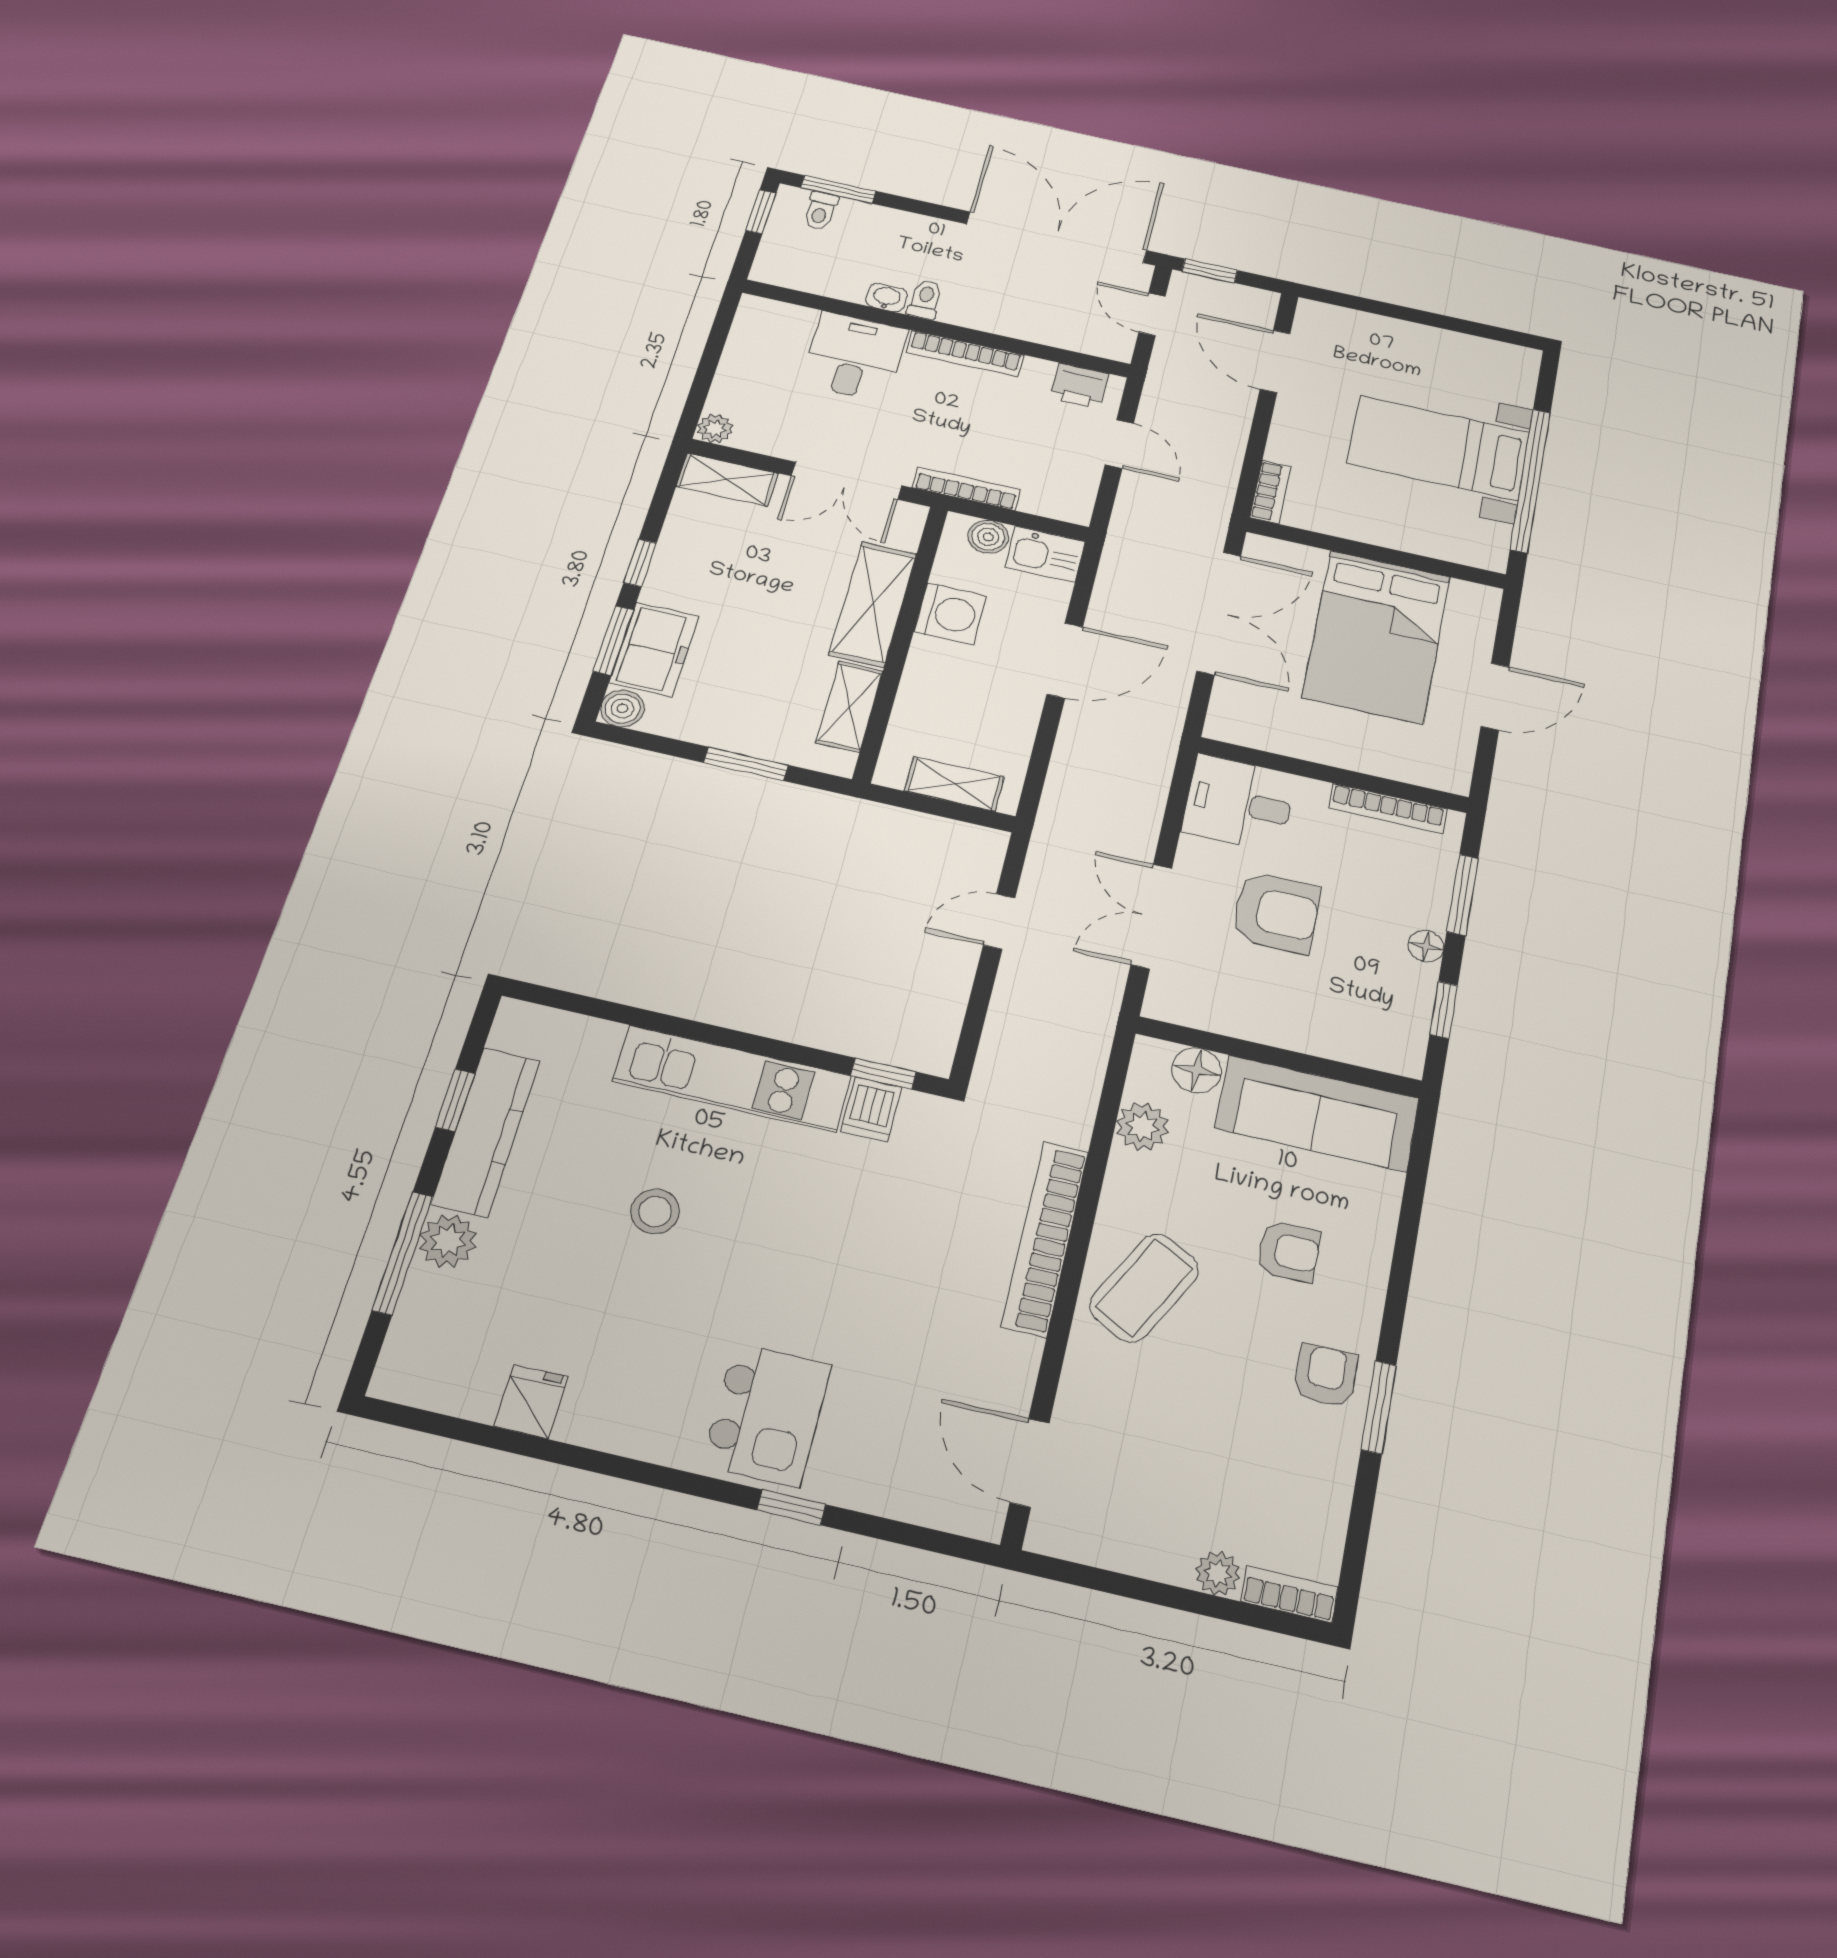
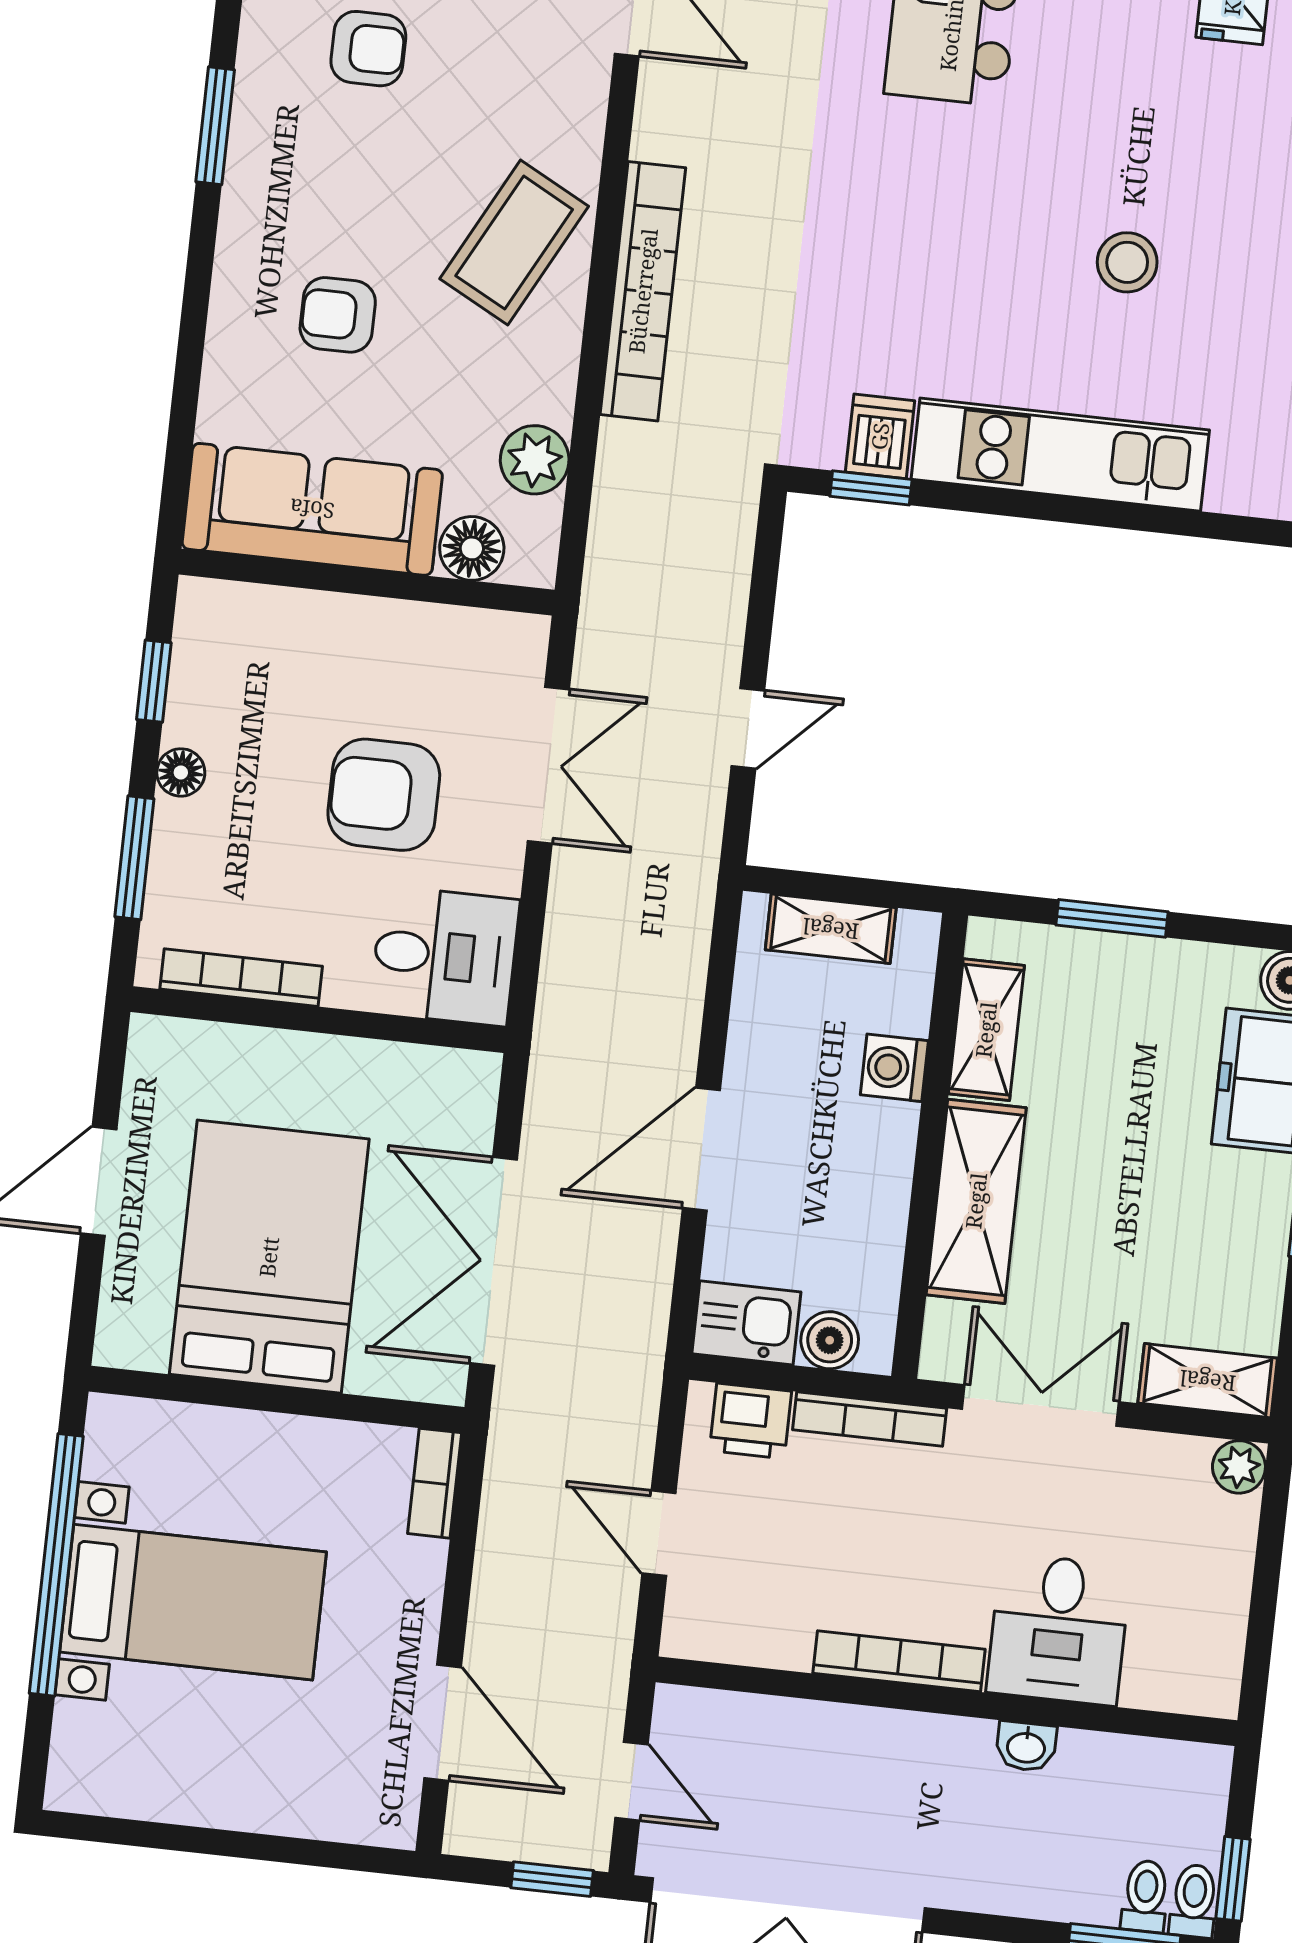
toilet: (925, 299) -> (1194, 1901), moved, turned 180
printer: (1079, 386) -> (751, 1421), moved, turned 180
washing machine: (950, 614) -> (894, 1068), moved, width x0.73, depth x0.73
armchair: (1326, 1375) -> (368, 49), moved, turned -90

